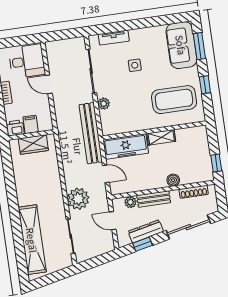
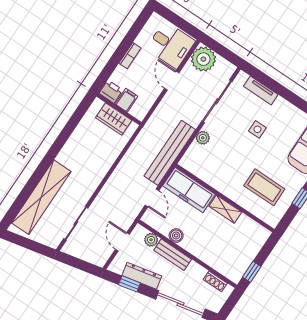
coffee table: (174, 100) -> (264, 187), width x0.73, depth x0.76
boiler: (173, 180) -> (176, 236), moved
shoe rack: (194, 192) -> (215, 281), width x0.70
plant: (78, 199) -> (203, 59), moved

